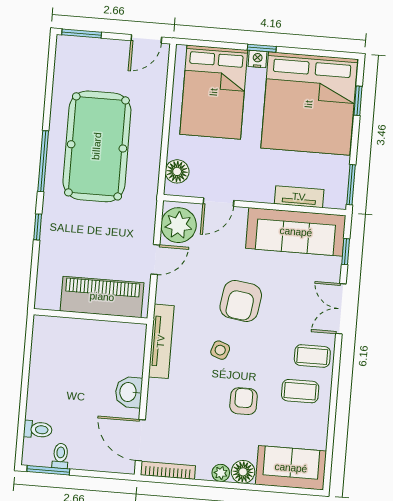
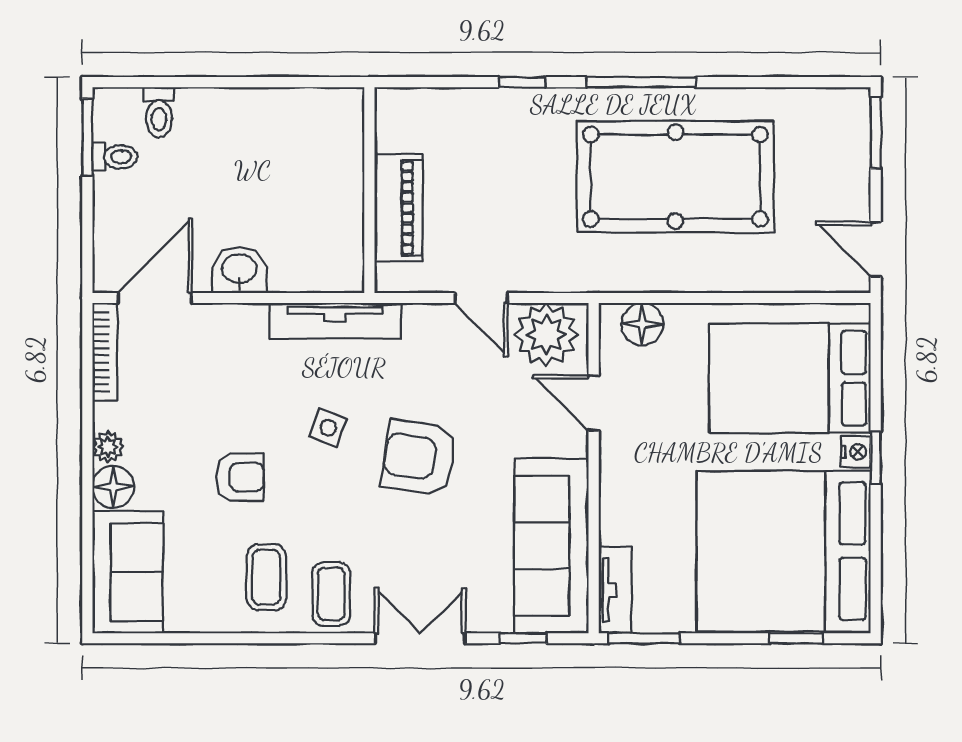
tv unit: (299, 197) -> (615, 590), moved
piano: (102, 297) -> (398, 208), width x0.73, depth x0.75

